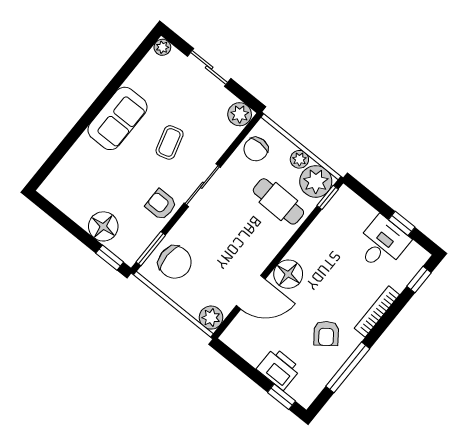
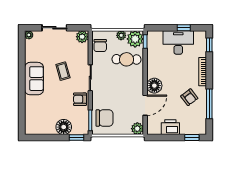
desk: (382, 244) -> (178, 42), width x1.37
printer: (279, 369) -> (170, 127), moved

